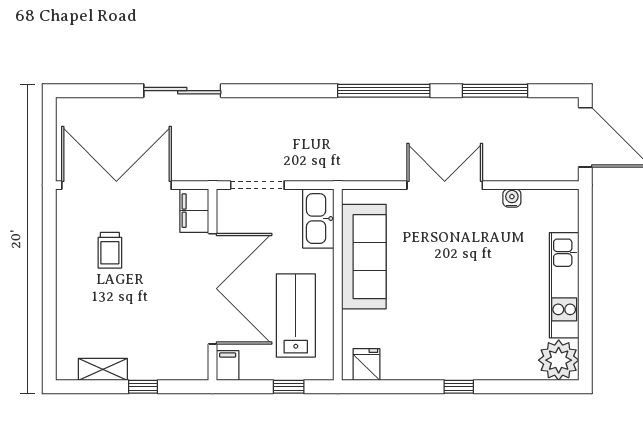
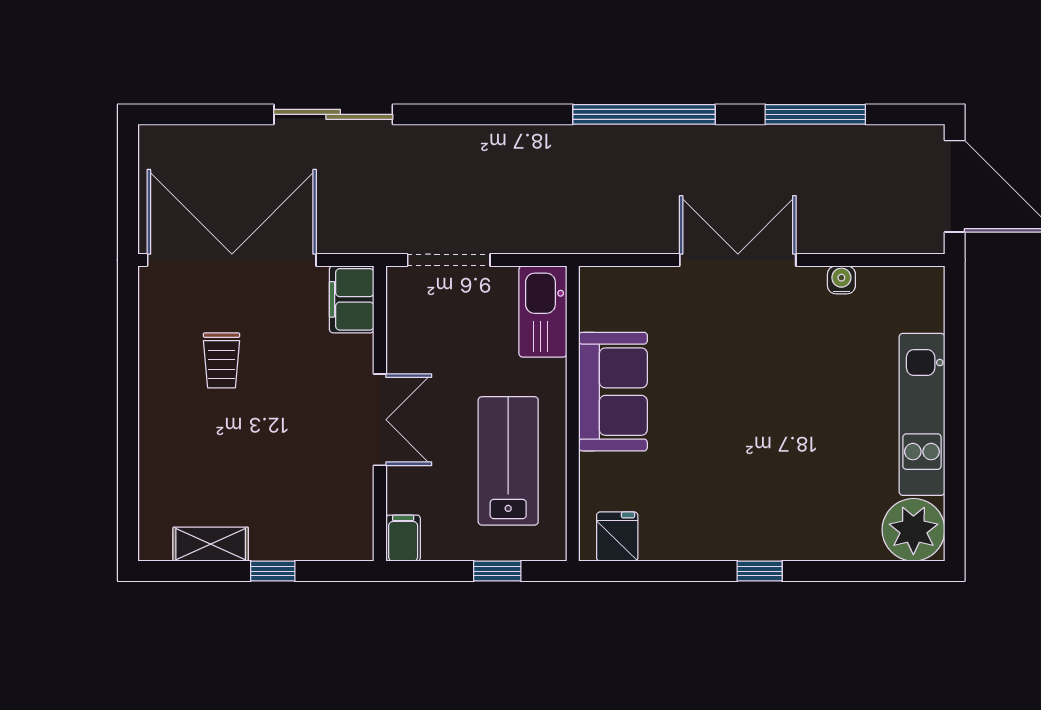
sofa: (364, 257) -> (613, 392), width x0.73
double door: (213, 289) -> (380, 420), width x0.54

